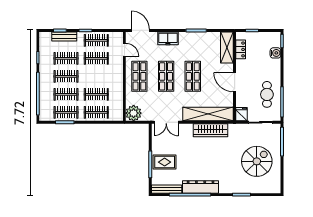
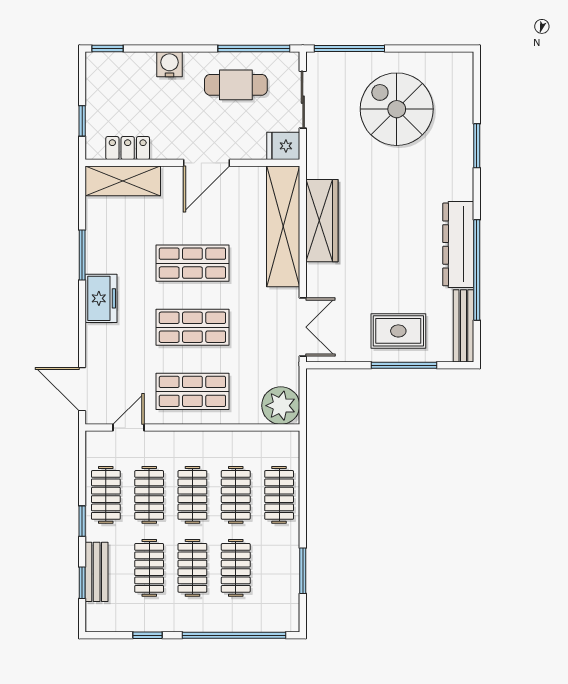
door: (140, 30) -> (82, 389), hinge flipped
freezer: (168, 38) -> (101, 298), moved
water cooler: (275, 53) -> (169, 64), moved
clothes rail: (66, 112) -> (192, 495), moved
rug: (165, 162) -> (398, 331), turned 90

